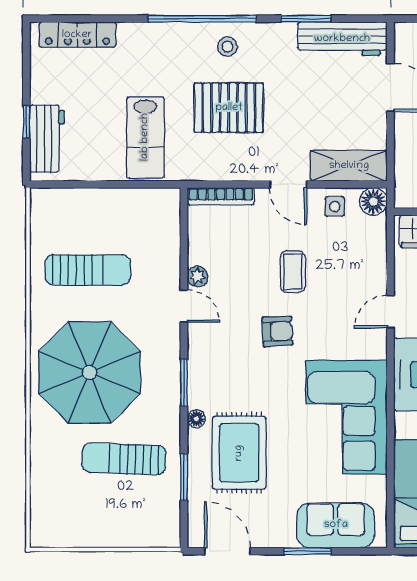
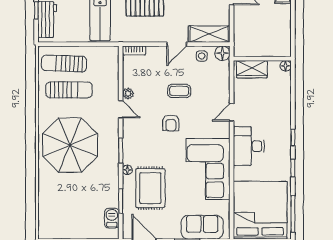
door: (288, 184) -> (177, 44), hinge flipped
bookcase: (221, 196) -> (134, 50), width x0.64
coffee table: (293, 272) -> (179, 91), turned 90
armchair: (277, 331) -> (171, 123), turned 93
sun lounger: (124, 459) -> (64, 63), moved
barbecue: (167, 509) -> (112, 218), added

